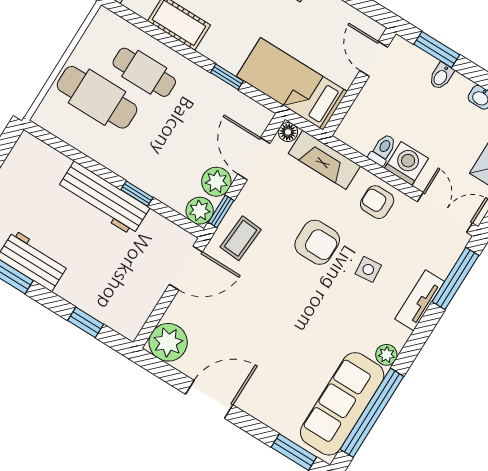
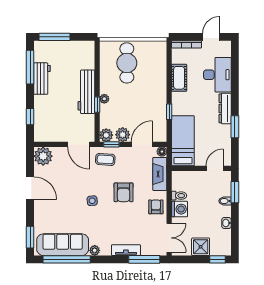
cafe table: (144, 72) -> (150, 76), removed
plant: (135, 175) -> (104, 99), added
side table: (368, 269) -> (92, 201), moved

